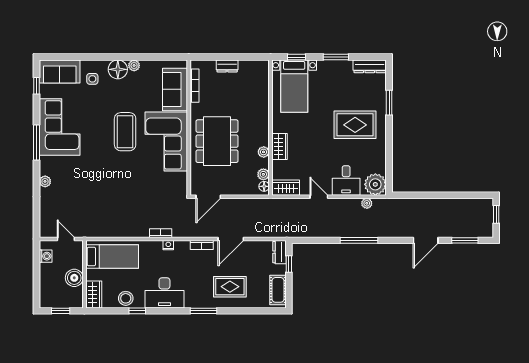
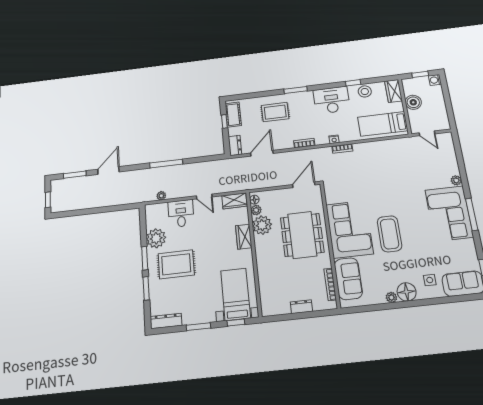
corner sofa: (60, 127) -> (449, 213), moved
window: (389, 135) -> (145, 258), added
plant: (264, 152) -> (262, 225), width x1.87, depth x1.87
plant: (375, 184) -> (156, 238), moved
door: (231, 239) -> (262, 153), moved
washing machine: (46, 256) -> (435, 80), moved
window: (289, 264) -> (224, 121), moved

